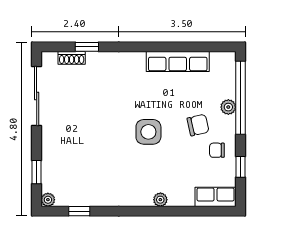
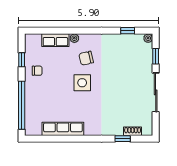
sliding door: (37, 96) -> (156, 92), moved
plant: (228, 107) -> (30, 99), removed
chair: (198, 125) -> (86, 58), moved
row of seats: (216, 197) -> (55, 40), moved

